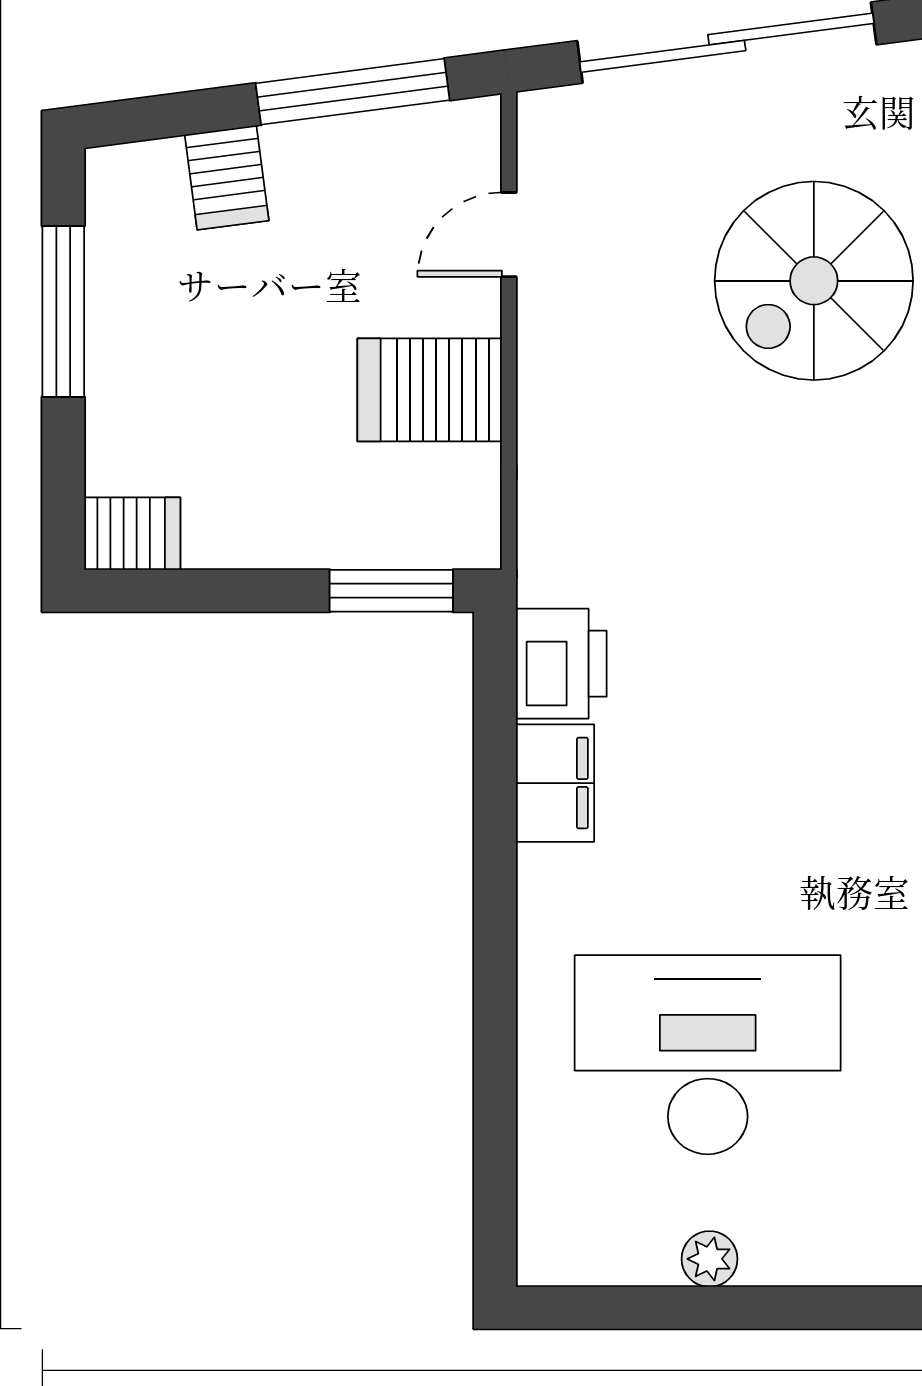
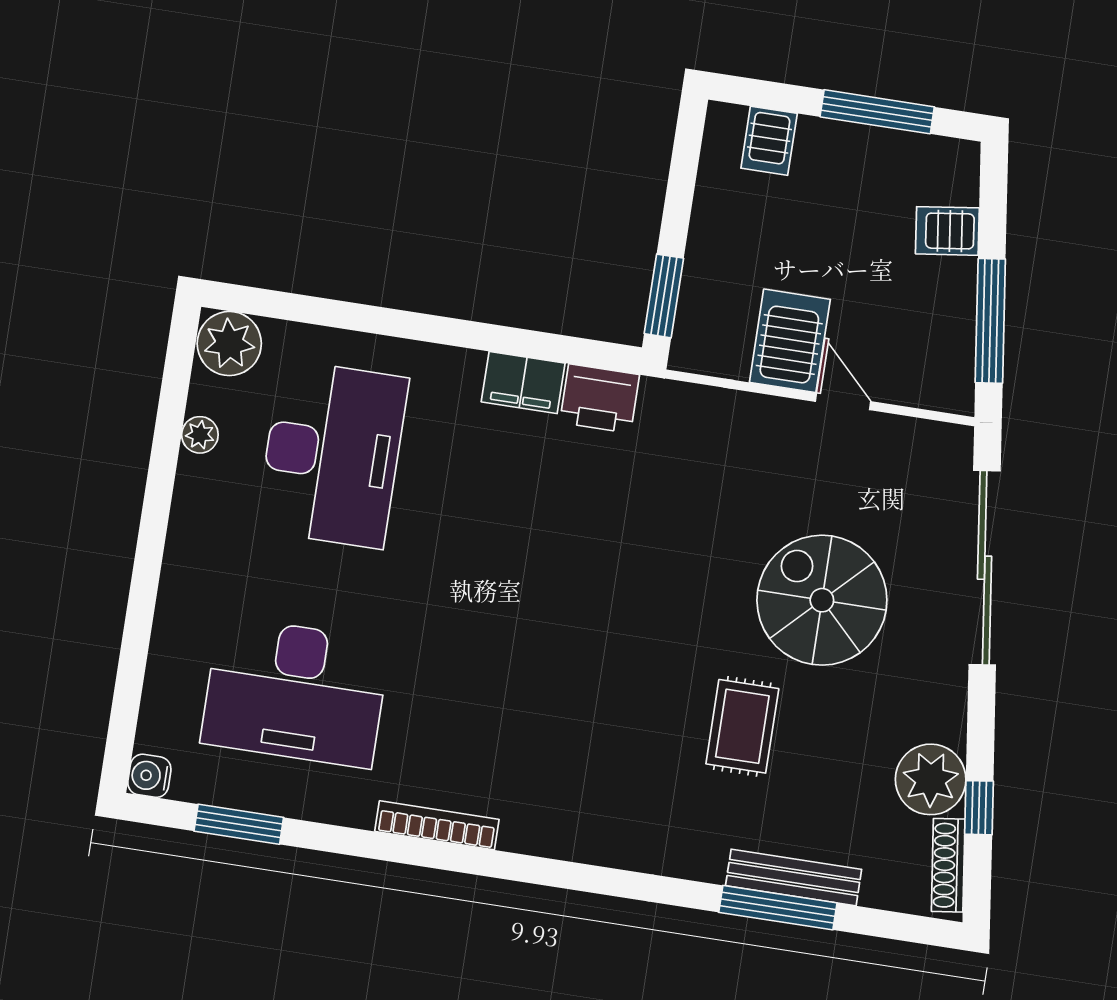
door: (509, 235) -> (843, 401), moved
server rack: (132, 534) -> (769, 141), moved
plant: (565, 1236) -> (229, 344), added

